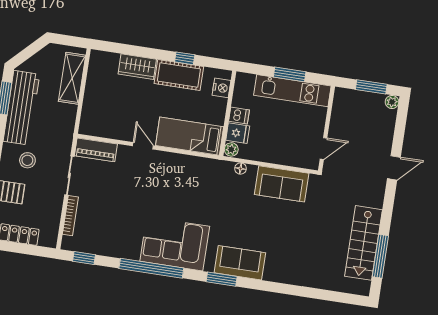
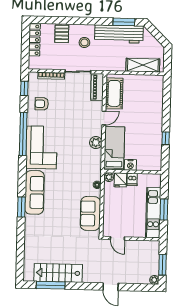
wardrobe: (137, 67) -> (156, 108), removed
cot: (179, 75) -> (114, 93), moved
nightstand: (221, 88) -> (130, 165), moved
plant: (178, 162) -> (96, 143), added
armchair: (110, 235) -> (42, 104), added
sofa: (240, 263) -> (34, 192), width x1.36
window: (222, 279) -> (21, 207), moved

